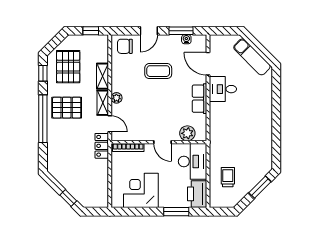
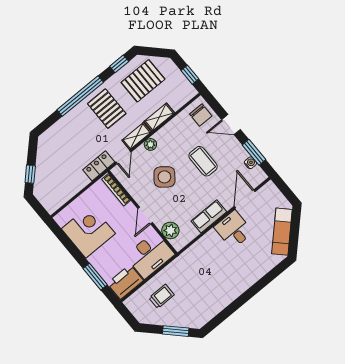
chair: (125, 46) -> (201, 115), turned 180
side table: (147, 107) -> (164, 177), added

